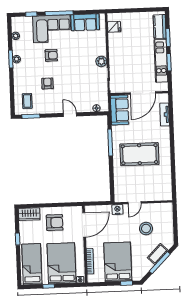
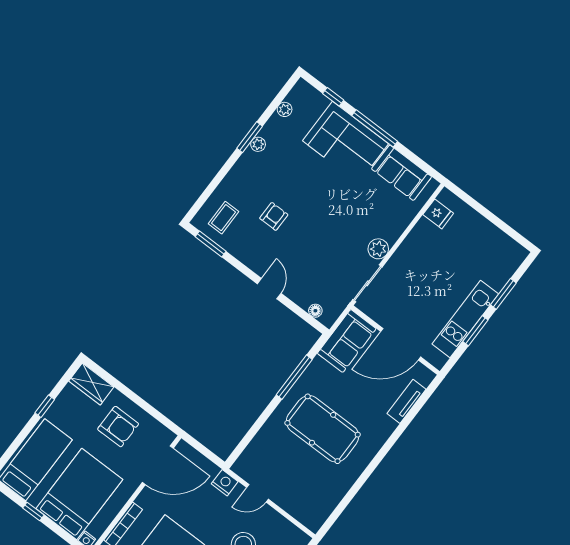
kitchen counter: (160, 27) -> (504, 268), removed
armchair: (51, 55) -> (313, 180), removed

